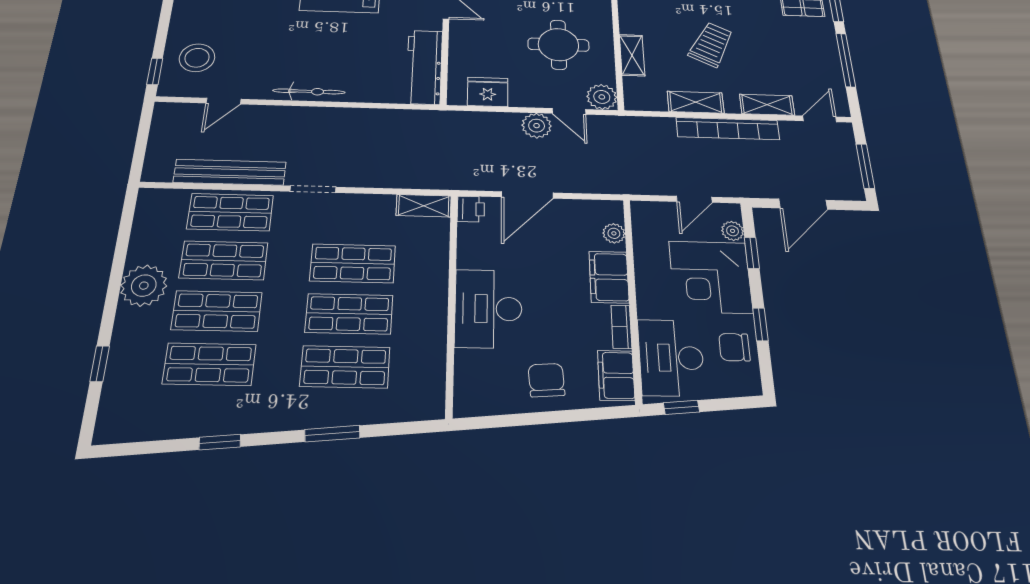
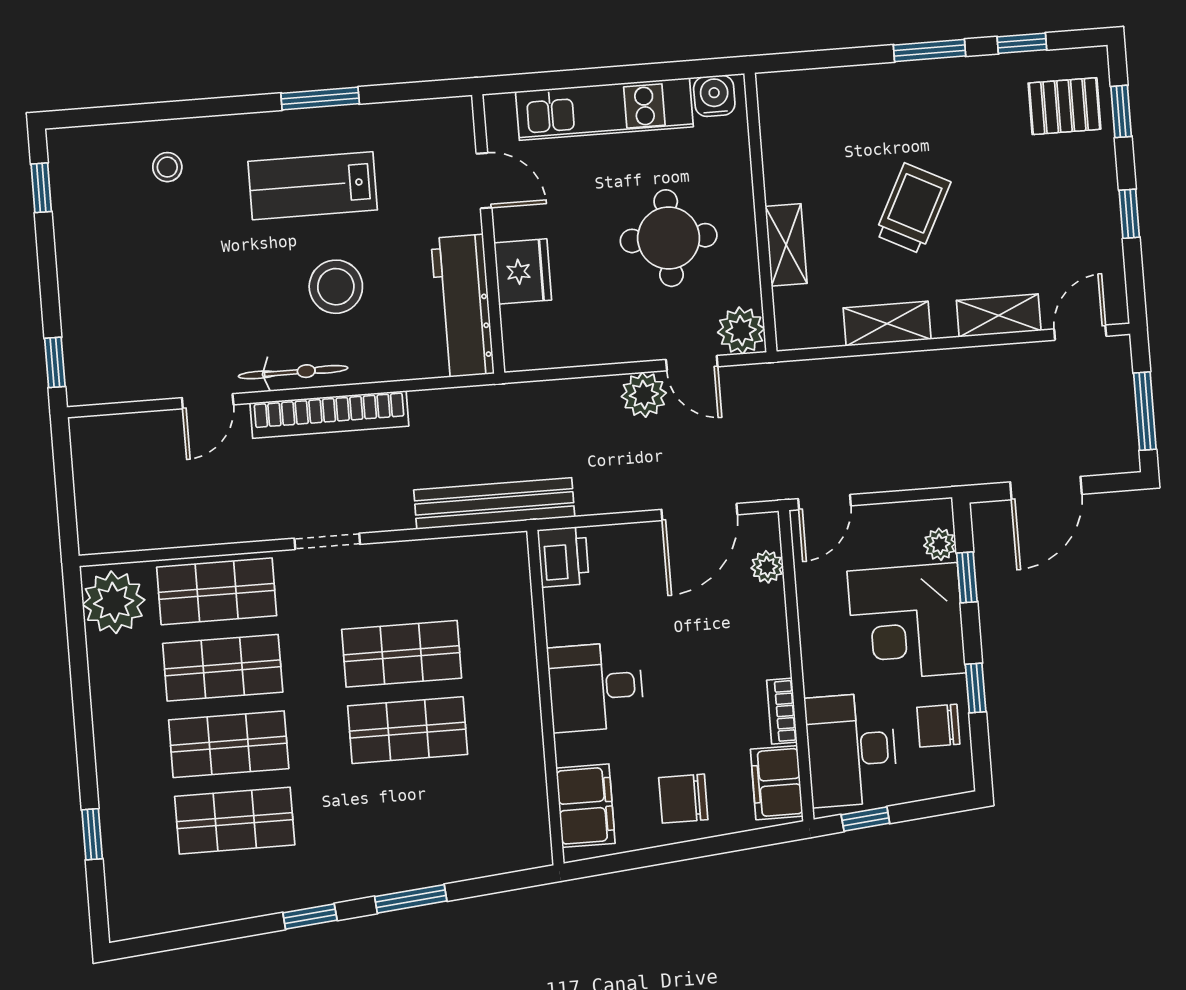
stool: (197, 58) -> (336, 287), moved
window: (846, 60) -> (1129, 214), width x0.46
fridge: (488, 92) -> (523, 271), moved, turned 90
door: (224, 101) -> (208, 401), moved
bookcase: (728, 128) -> (329, 415), moved
bench: (230, 172) -> (494, 503), moved
door: (527, 195) -> (699, 512), moved
door: (694, 199) -> (824, 502), moved
shelving: (424, 206) -> (490, 551), removed
printer: (471, 209) -> (563, 557), width x1.36, depth x1.24
filing cabinet: (609, 277) -> (586, 806), moved, turned 180
plant: (144, 286) -> (114, 602), moved
desk: (488, 309) -> (596, 687), width x0.73
shop shelf: (345, 367) -> (414, 807), removed
chair: (546, 380) -> (683, 799), turned -86
window: (220, 442) -> (310, 916), moved

